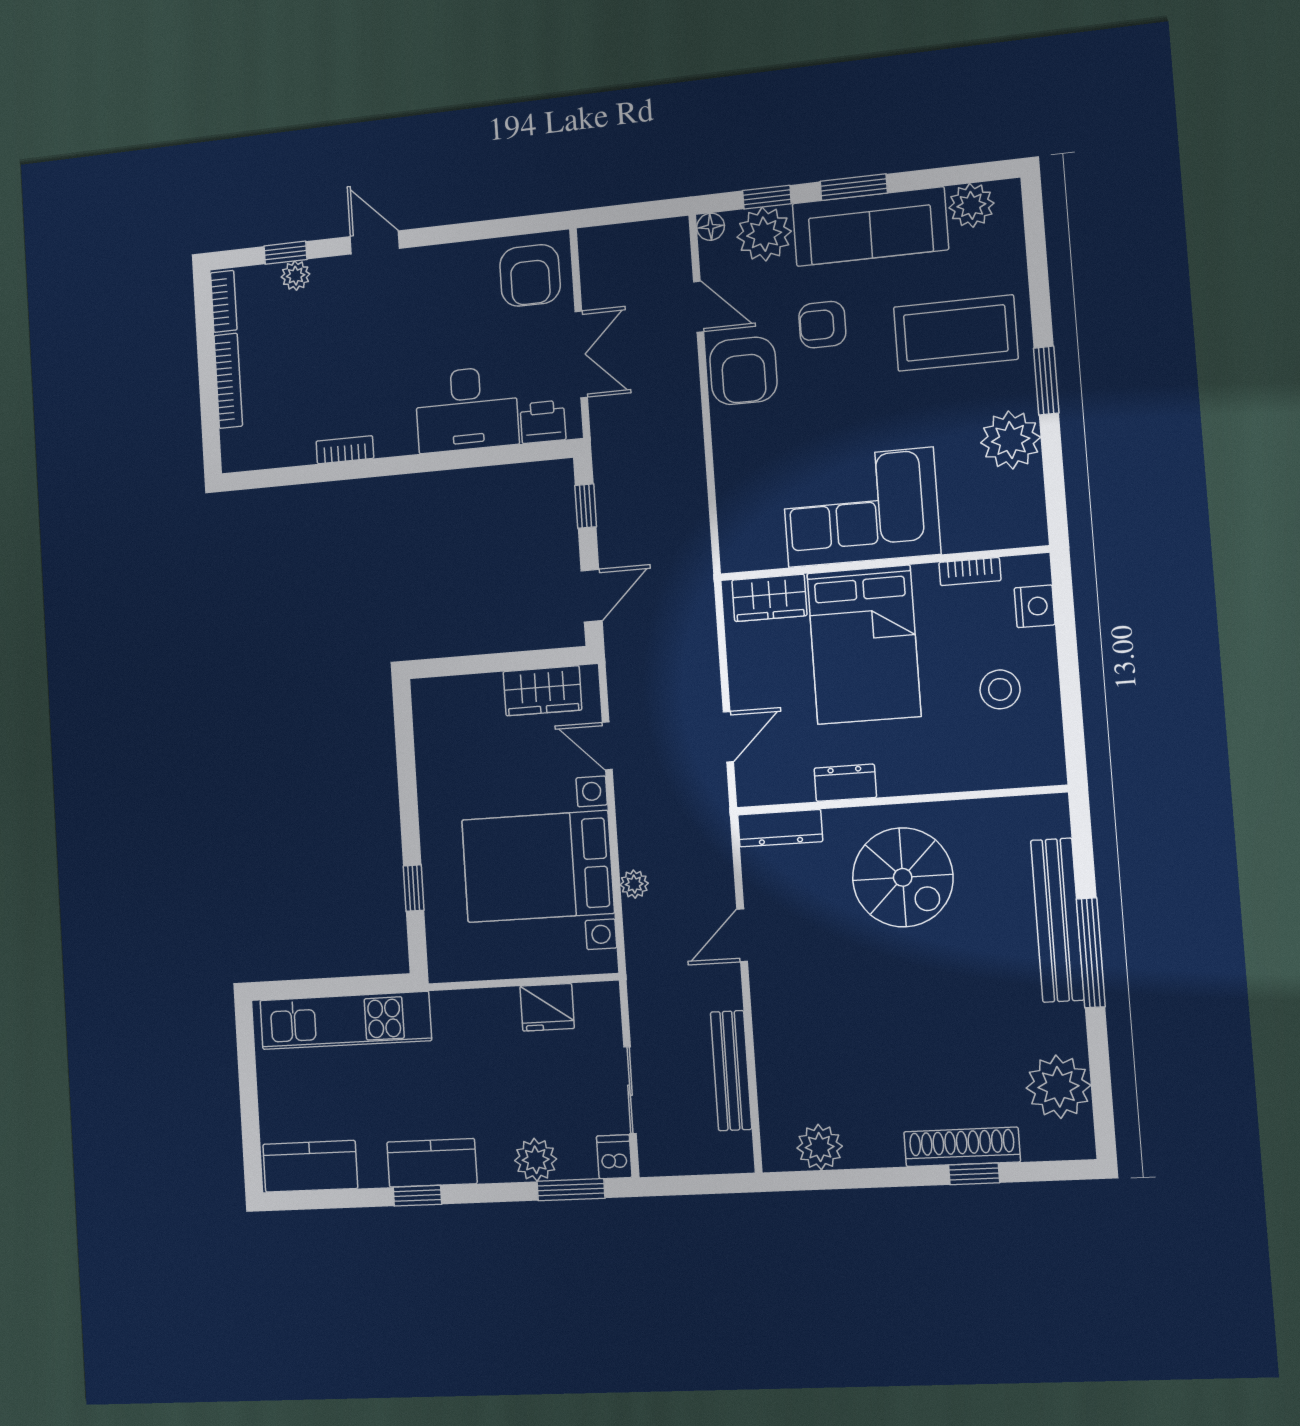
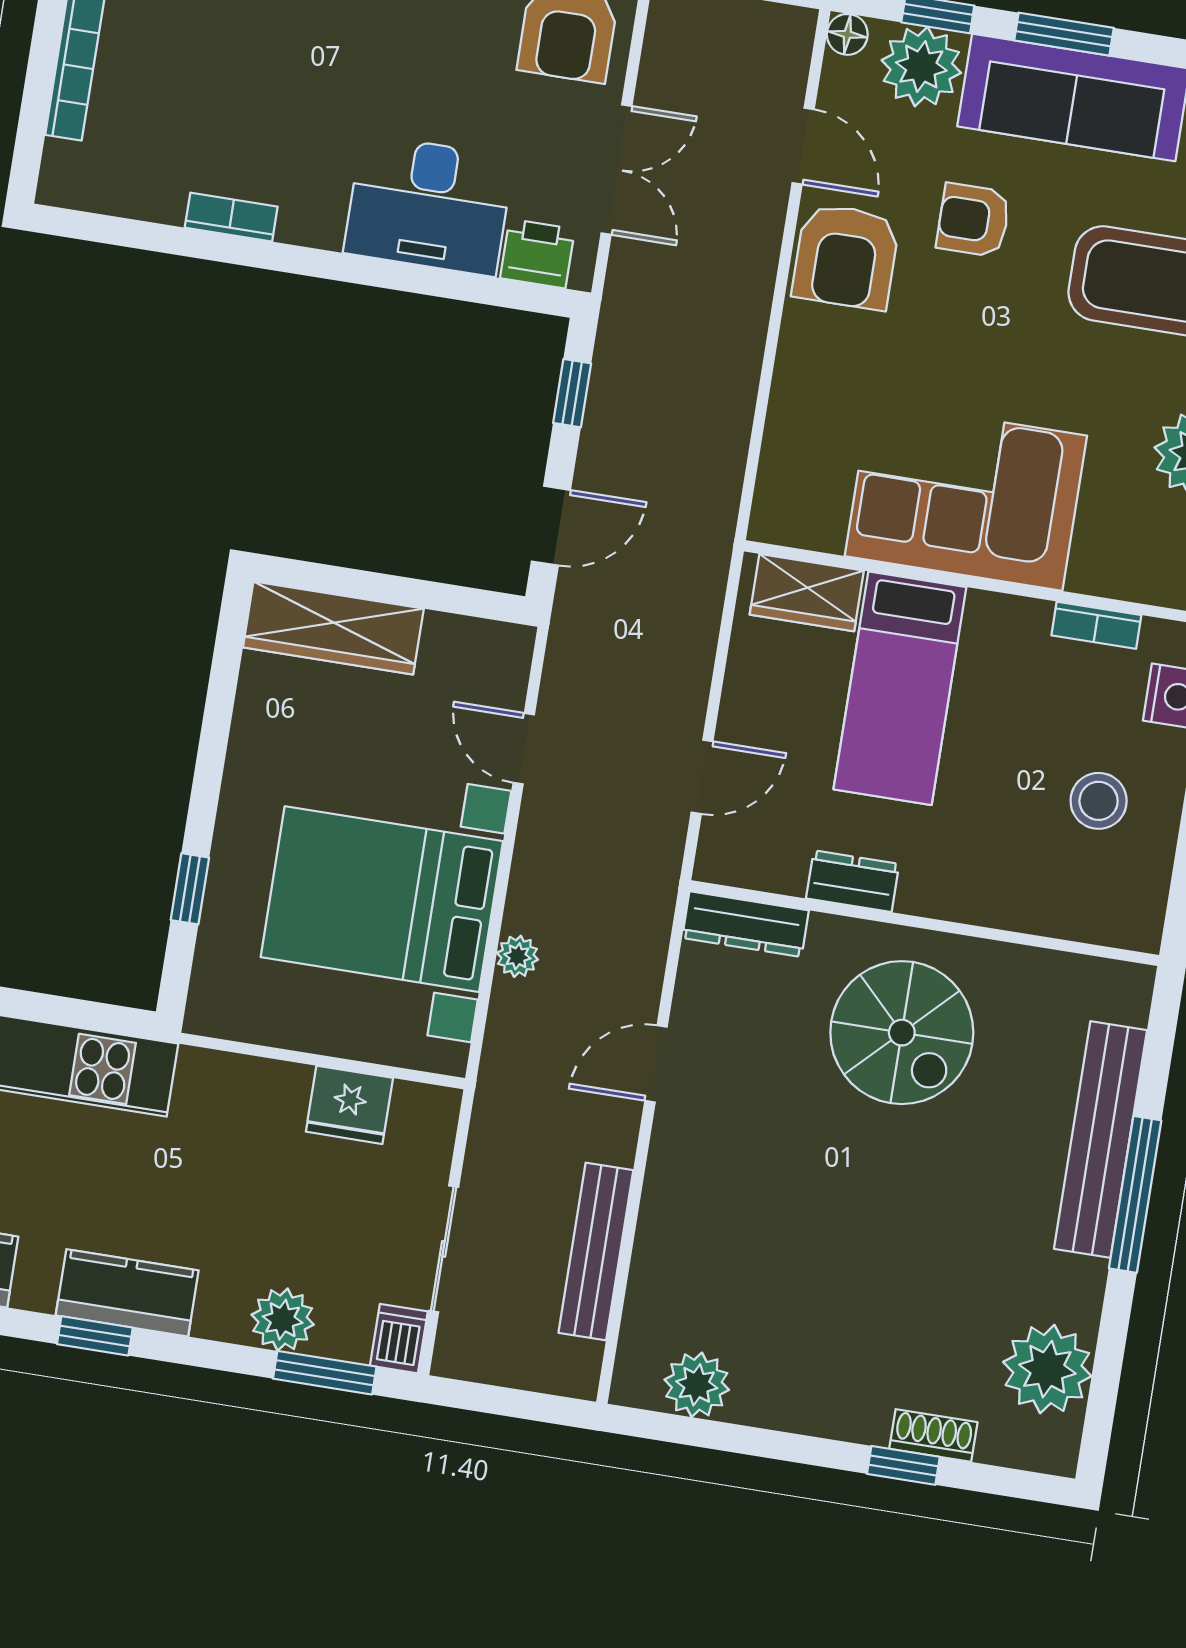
bed: (864, 645) -> (900, 688), width x0.67
wardrobe: (542, 691) -> (333, 628), moved, width x1.50
shoe rack: (962, 1147) -> (933, 1436), width x0.51, depth x0.81

